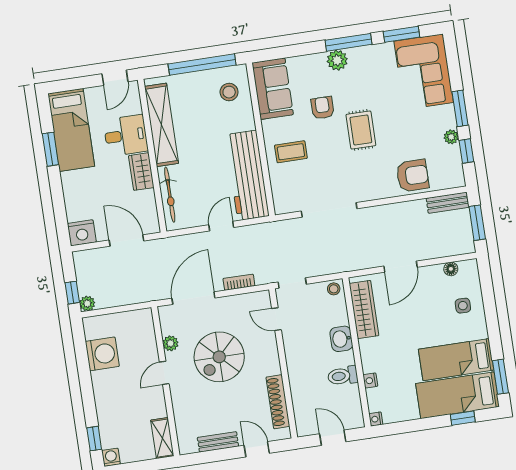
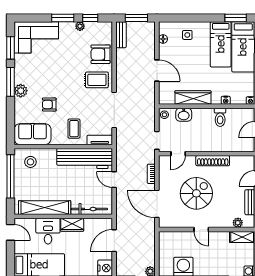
rug: (361, 130) -> (97, 80), moved
armchair: (413, 176) -> (101, 54), turned -90
tv unit: (279, 194) -> (100, 140), added
wardrobe: (364, 310) -> (193, 98), moved
washbasin: (341, 339) -> (184, 115), moved
plant: (170, 343) -> (238, 223), moved
spiral stairs: (219, 357) -> (196, 193), turned -90
shoe rack: (278, 402) -> (213, 161), moved

